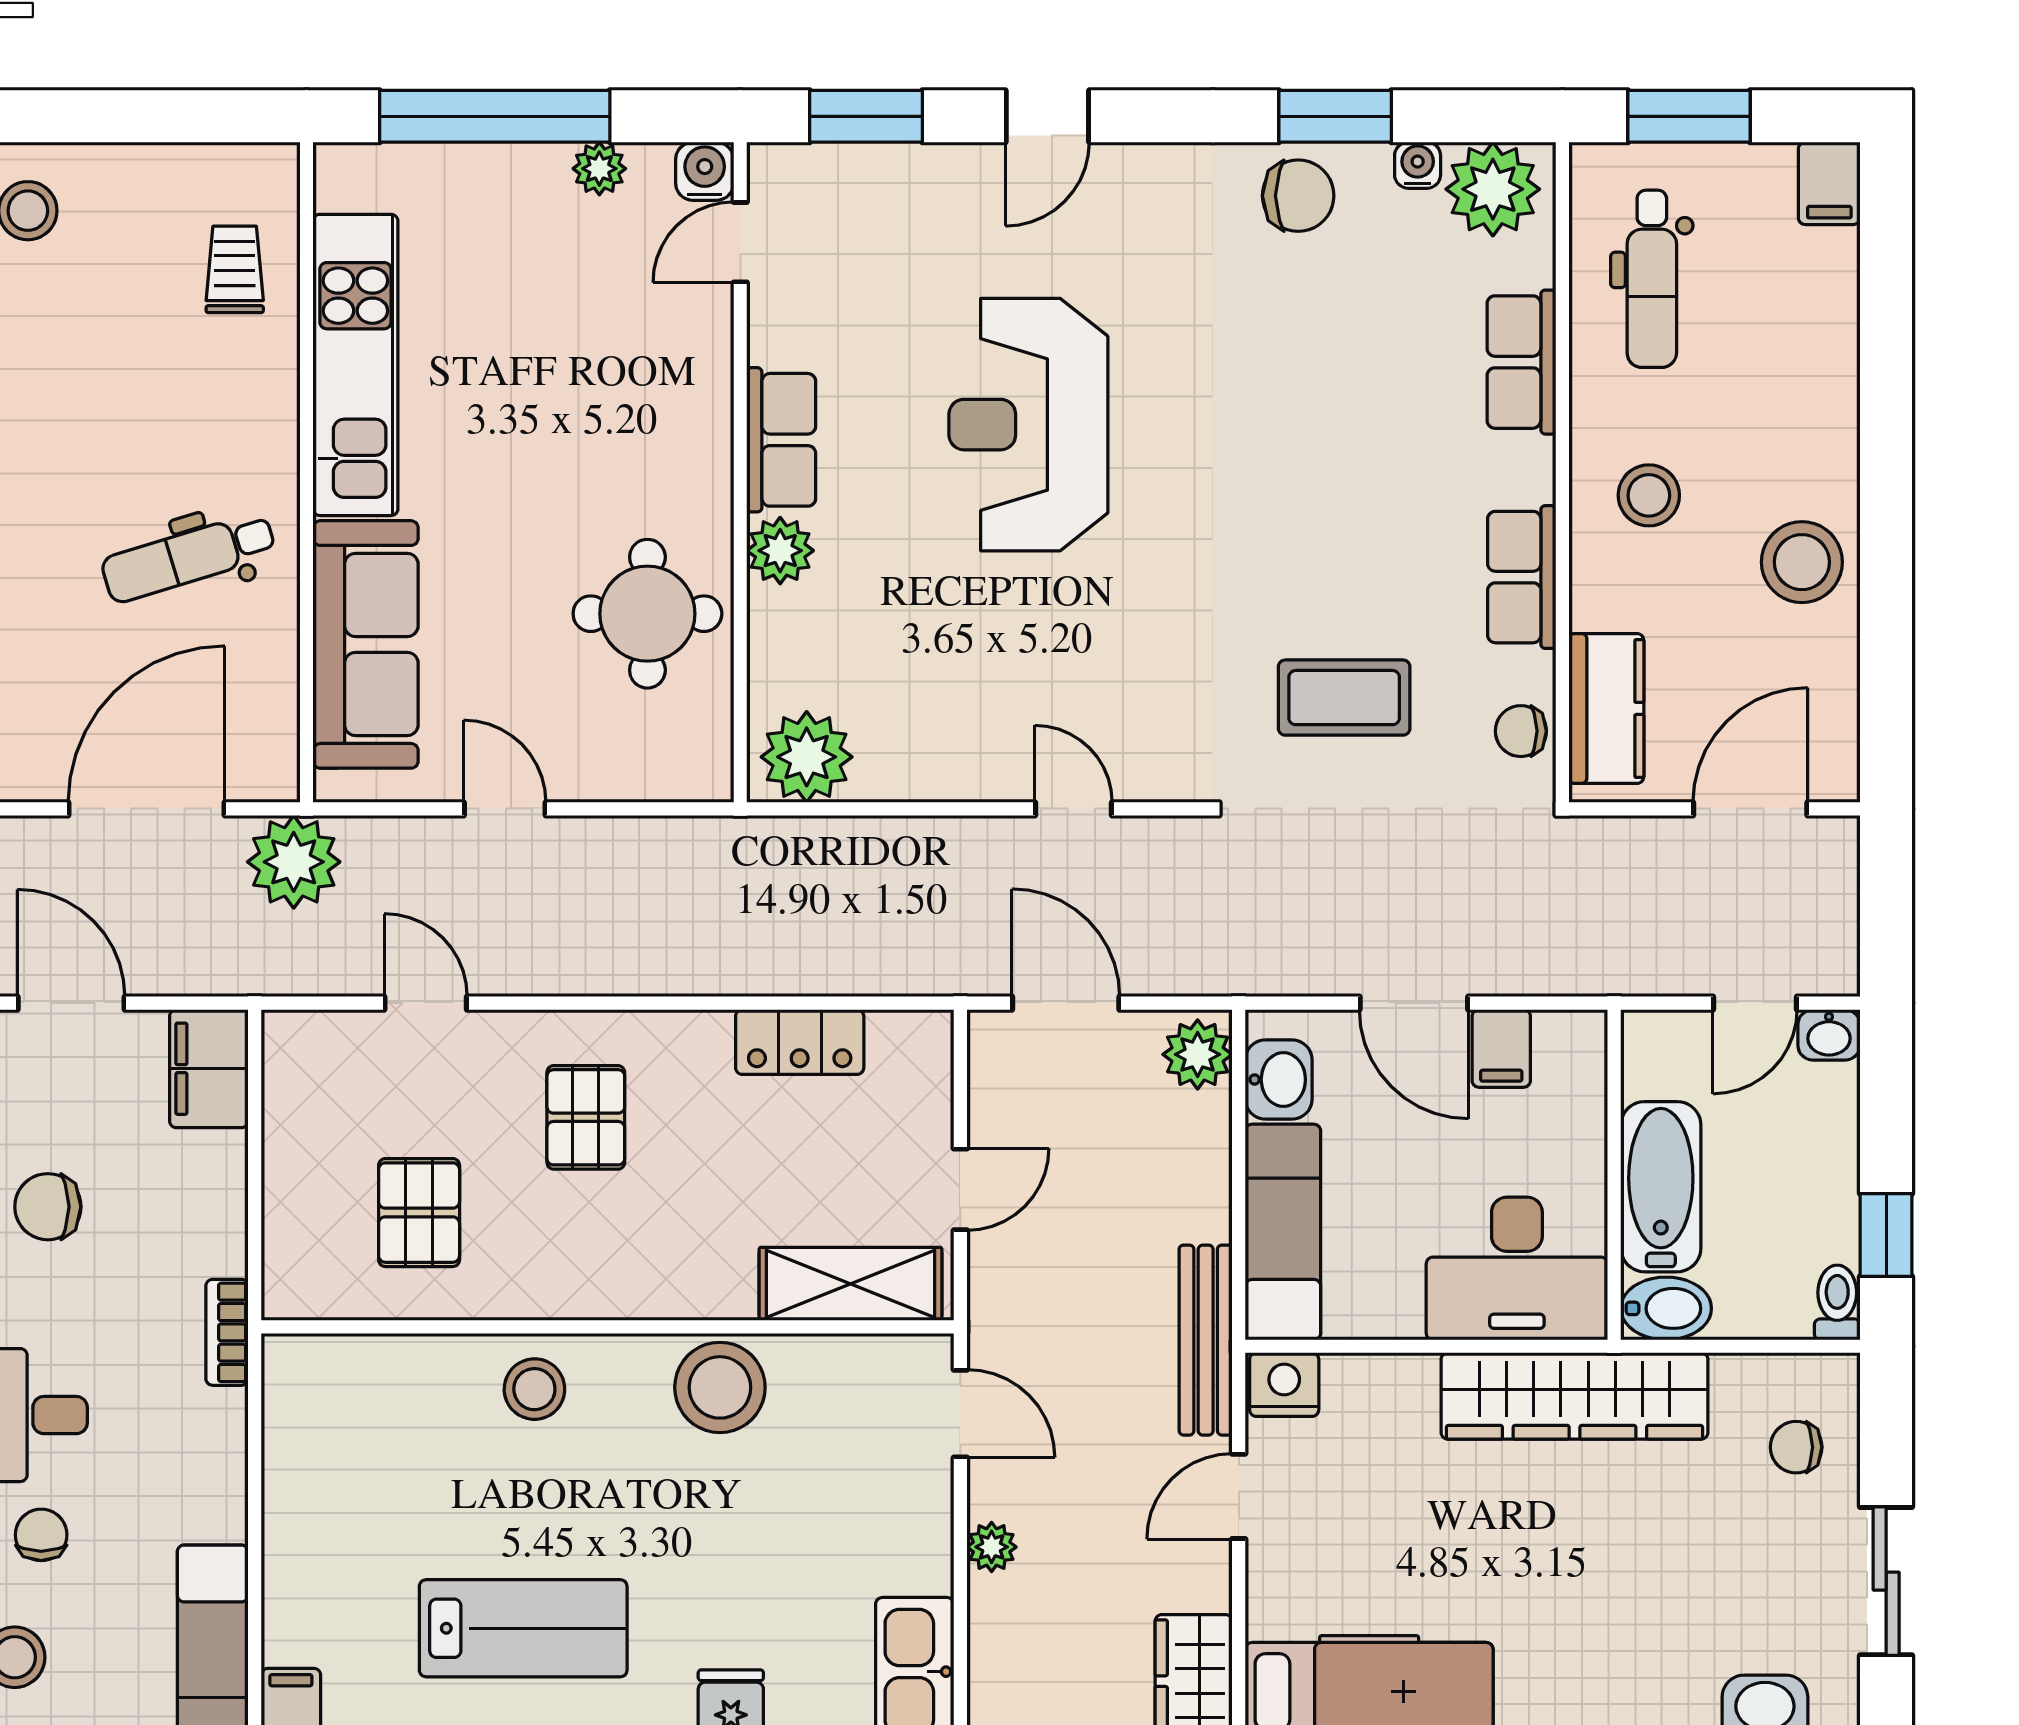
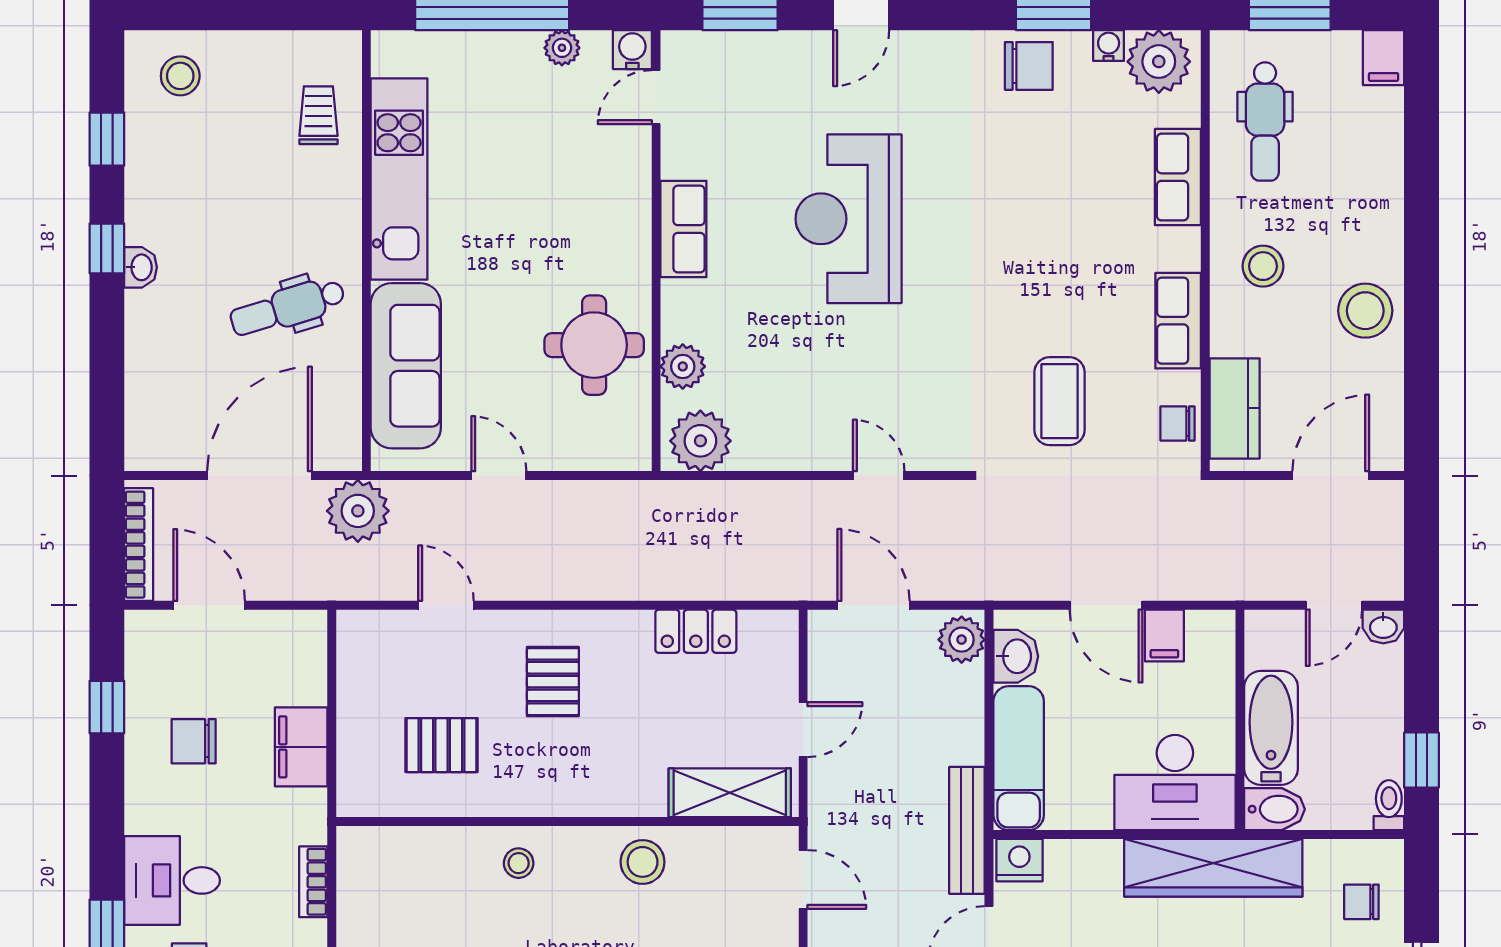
plant: (780, 551) -> (683, 366), moved
coffee table: (1344, 698) -> (1059, 401), turned 90
filing cabinet: (209, 1069) -> (301, 747), moved
pallet: (419, 1213) -> (442, 745), turned 90
bookcase: (227, 1332) -> (313, 882), moved
stool: (720, 1387) -> (643, 862), width x0.73, depth x0.73
stool: (534, 1389) -> (519, 863), width x0.73, depth x0.73

